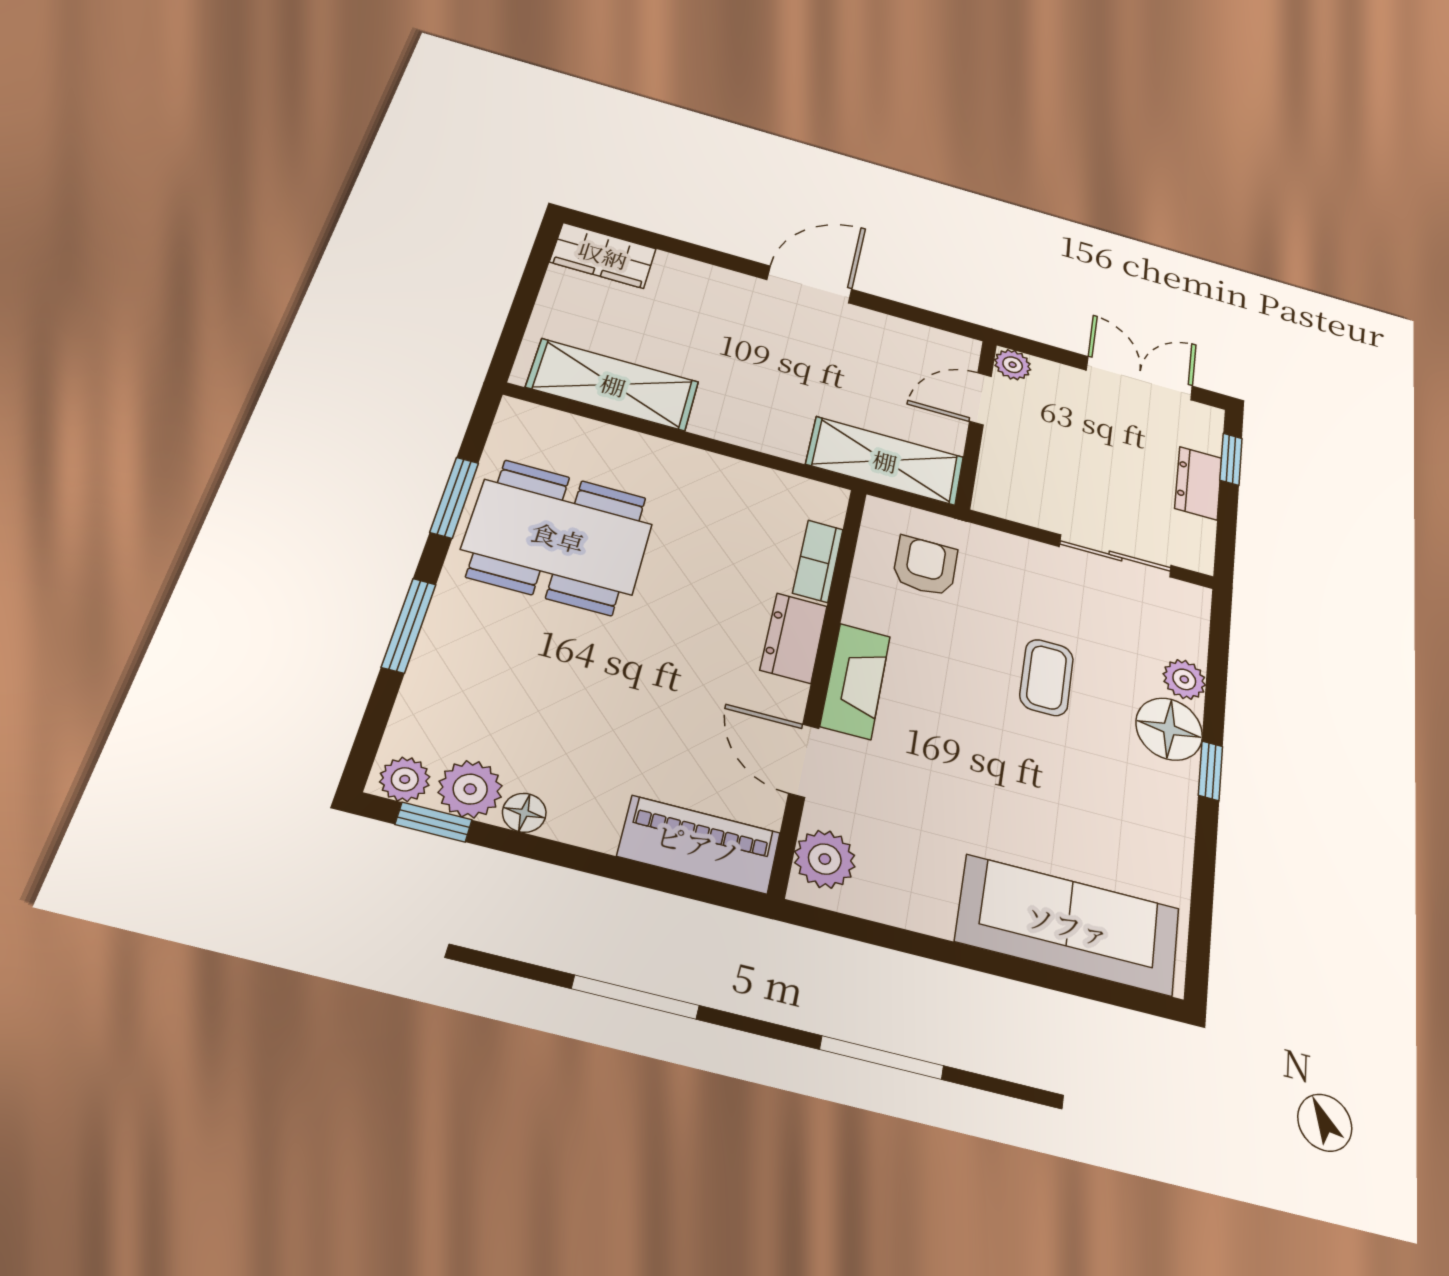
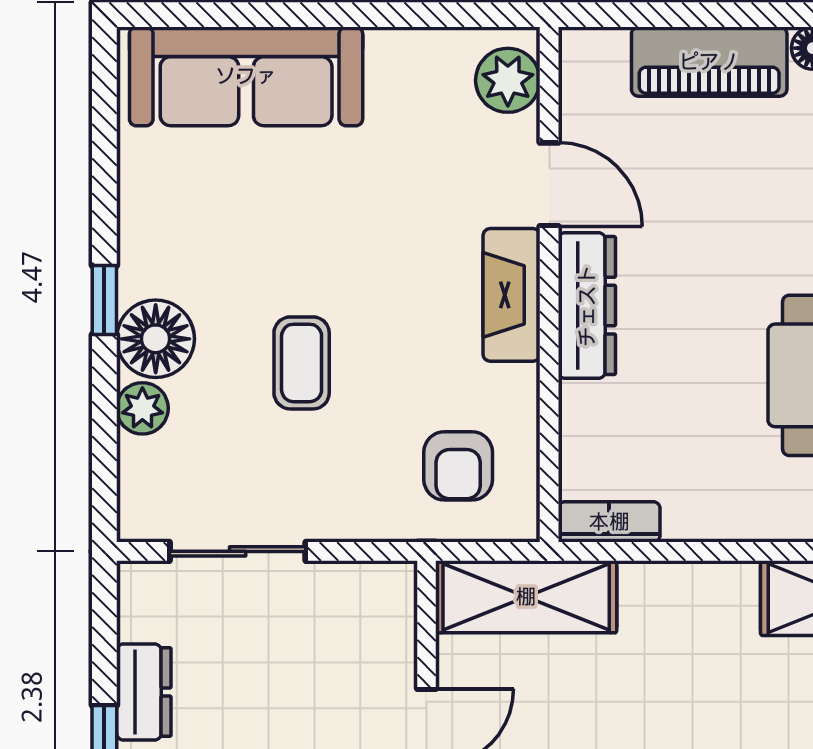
bookcase: (818, 561) -> (609, 522), moved, turned -90
dresser: (794, 638) -> (587, 306), width x1.44
piano: (699, 844) -> (709, 62), moved

